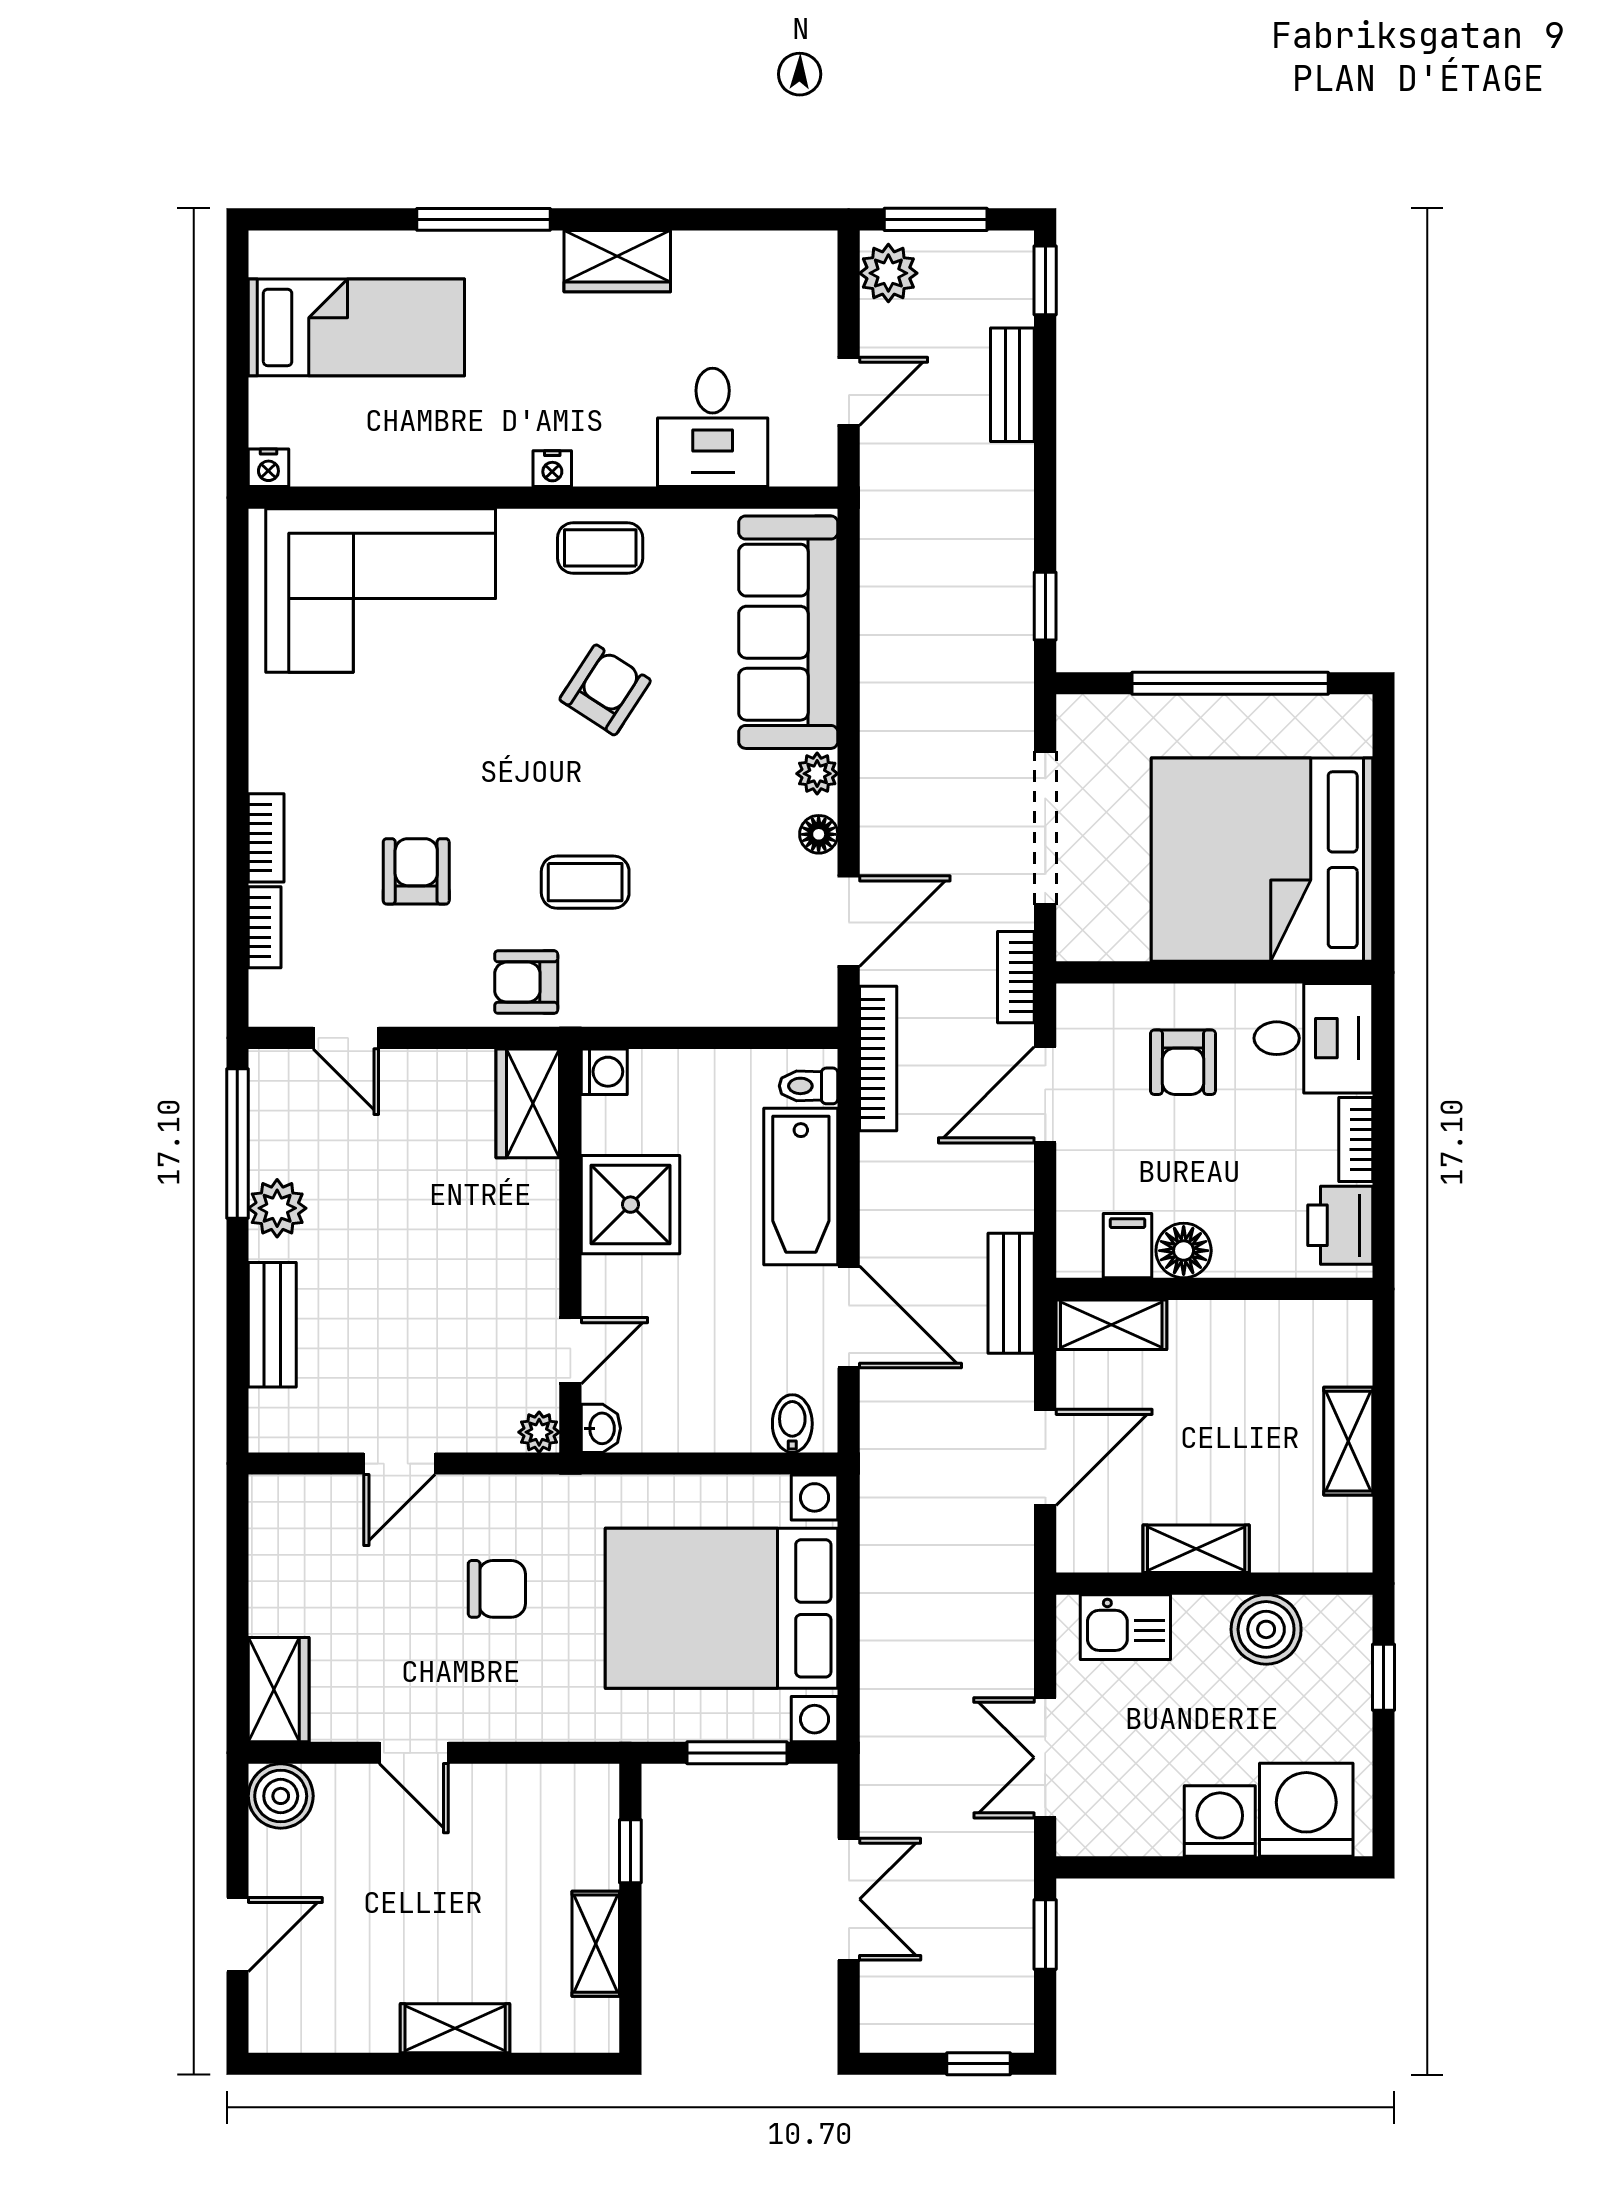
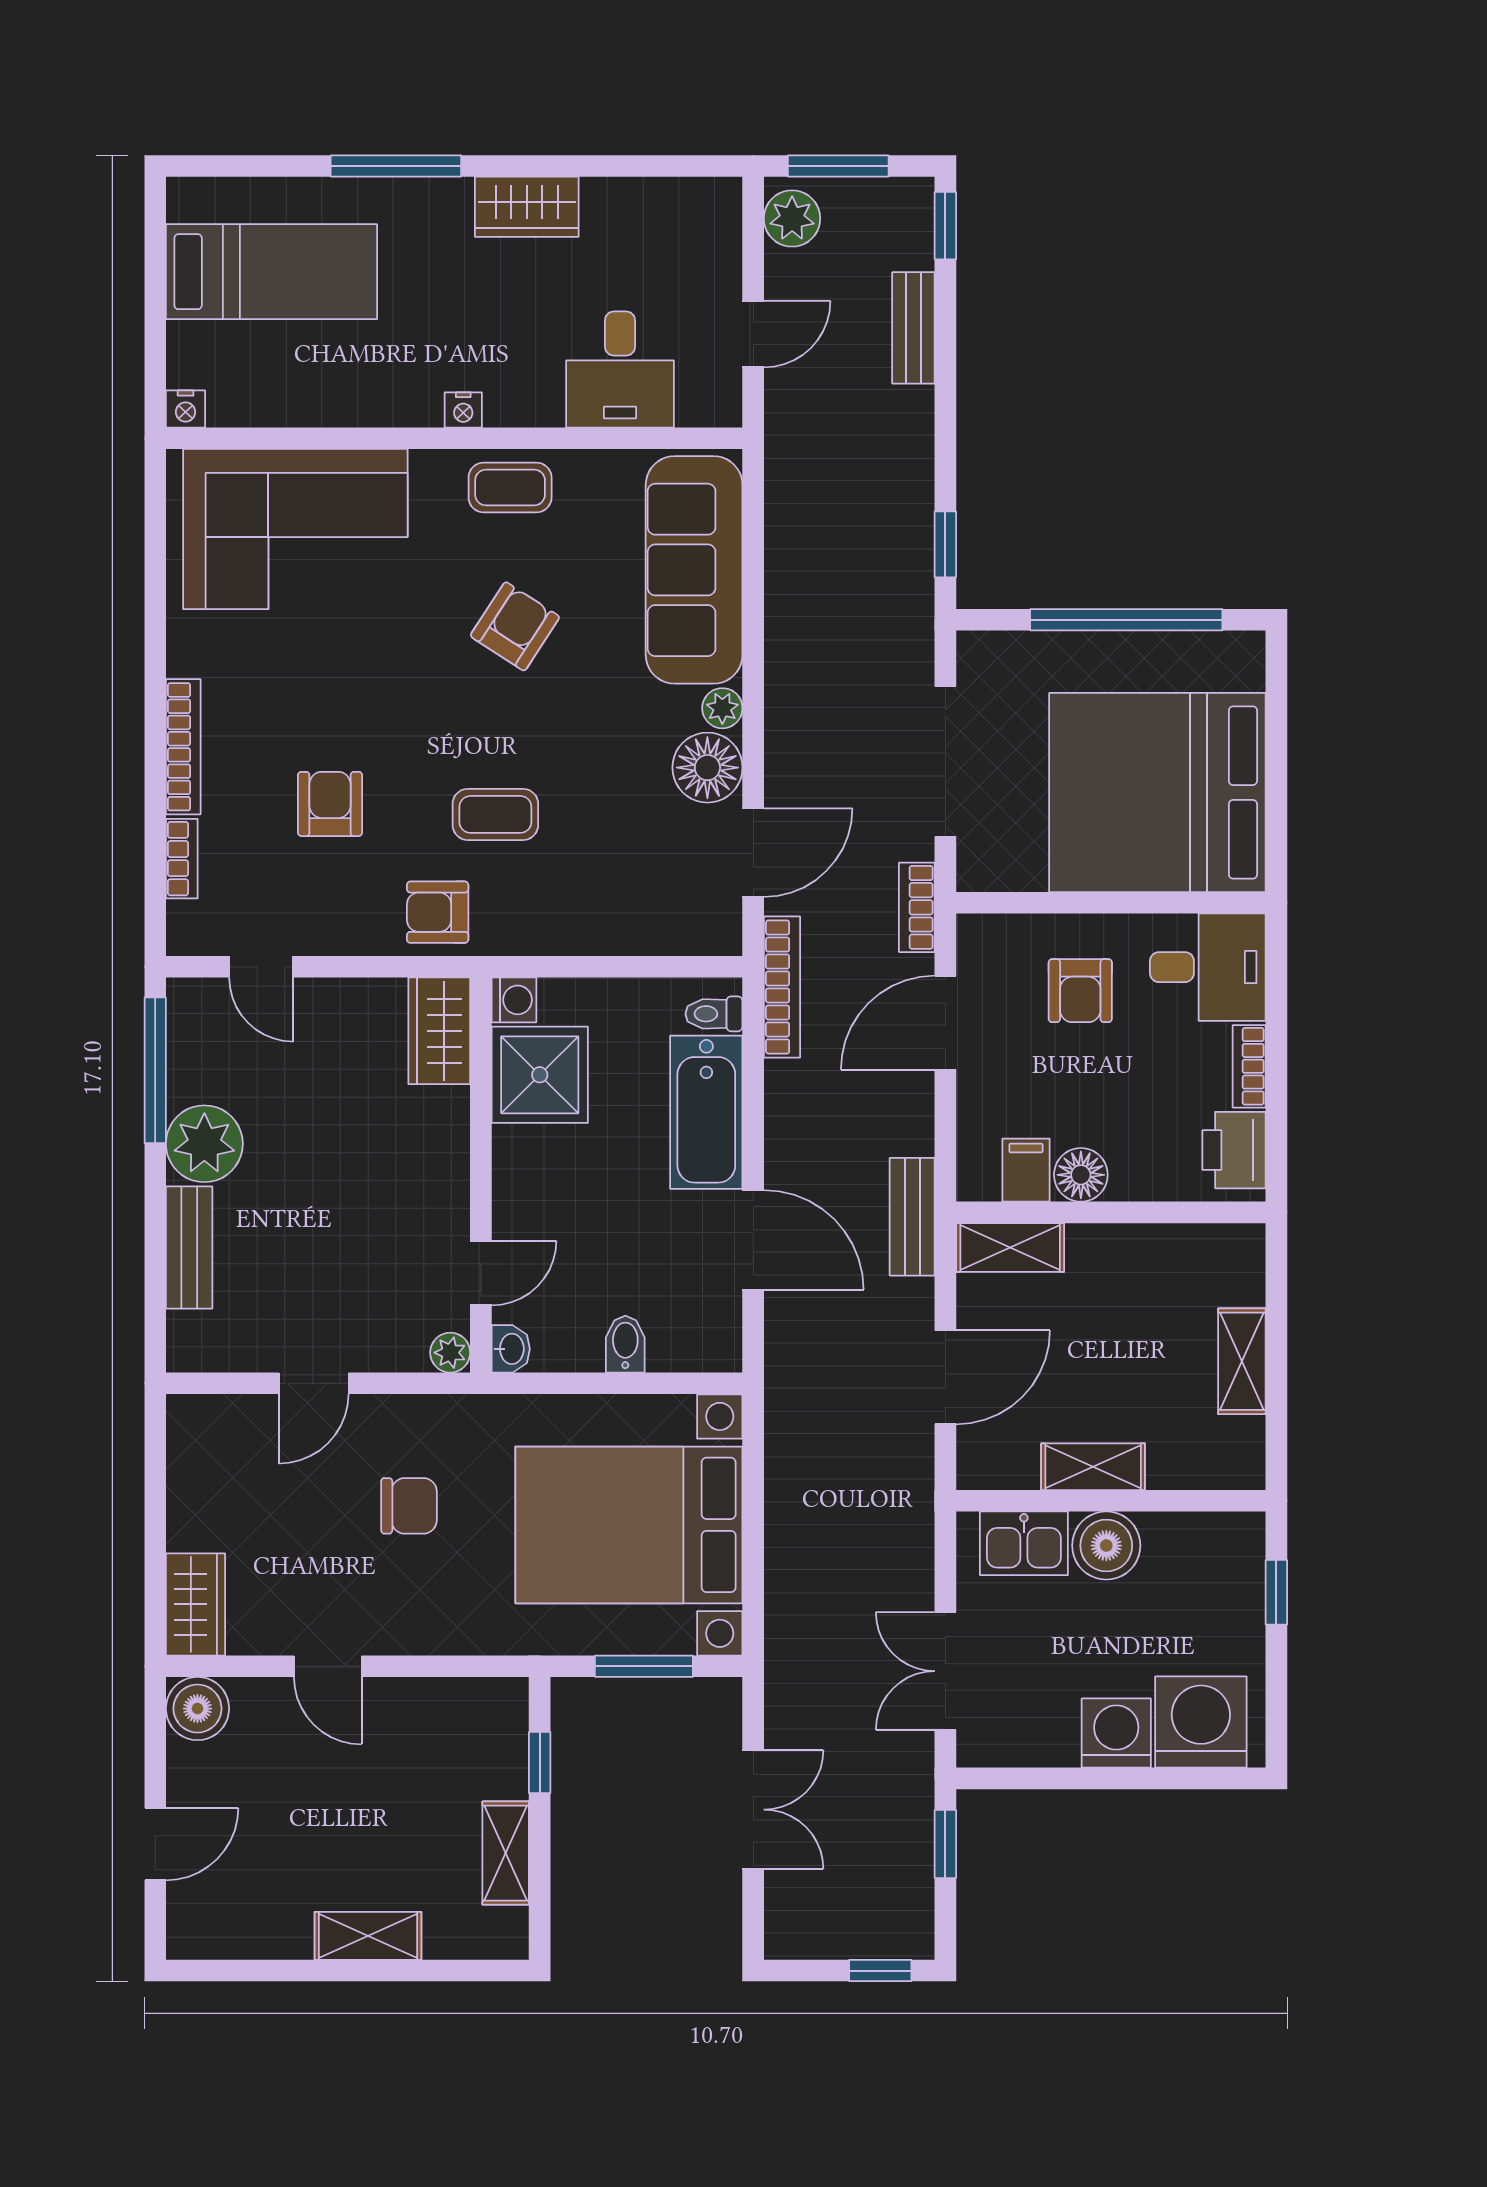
floor lamp: (819, 834) -> (707, 768), width x1.89, depth x1.89
bookcase: (266, 838) -> (183, 747), width x1.56
shower: (630, 1205) -> (540, 1075), moved
plant: (277, 1208) -> (204, 1144), width x1.36, depth x1.36
bidet: (792, 1424) -> (625, 1344), moved
boiler: (1266, 1629) -> (1106, 1546), moved

